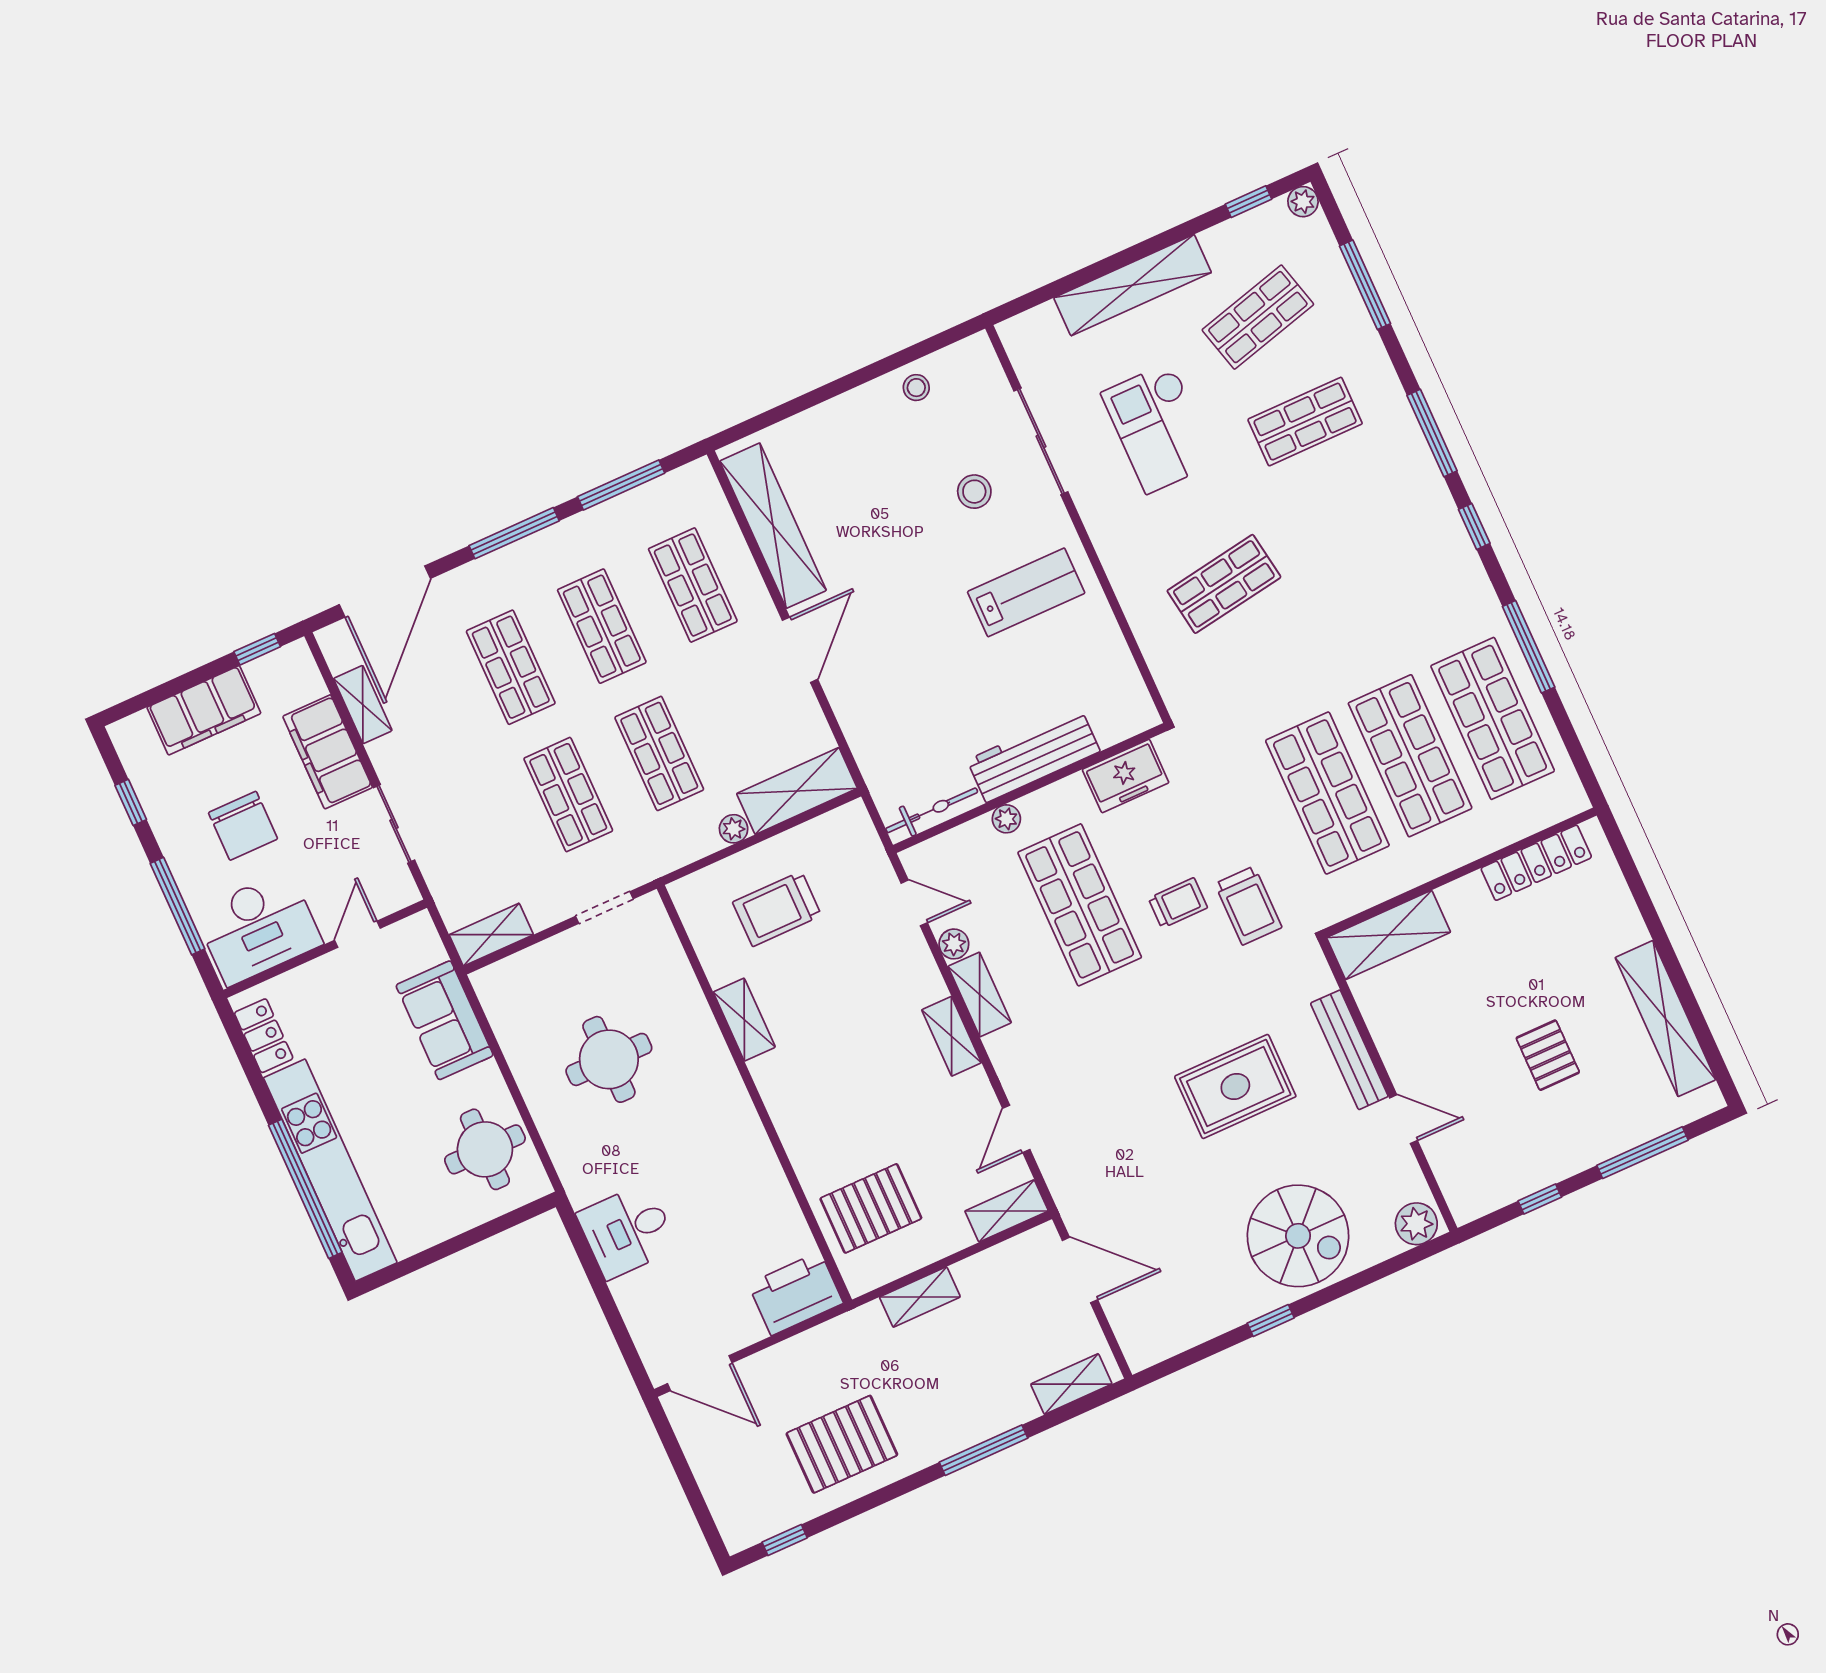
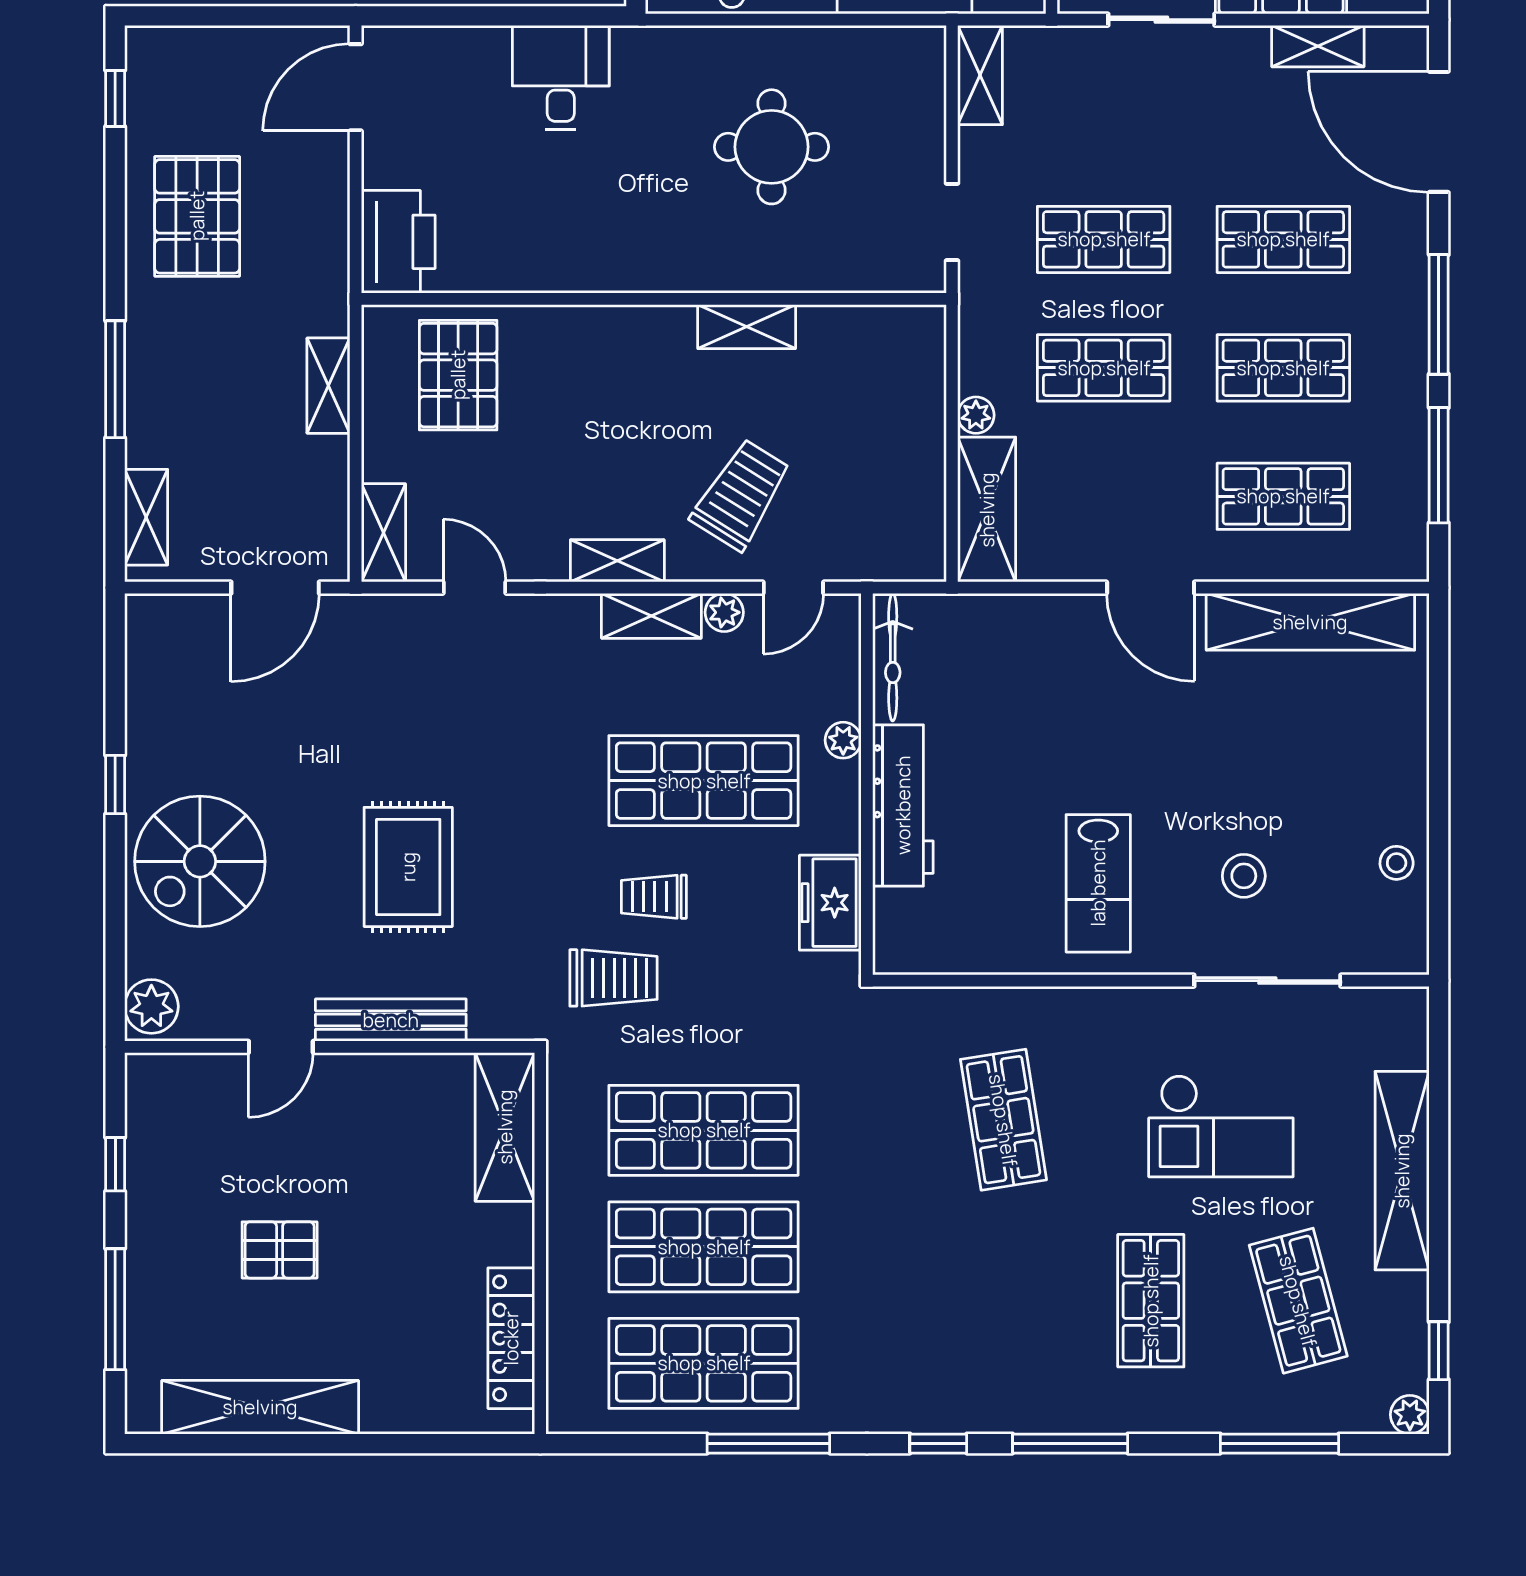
checkout: (1159, 428) -> (1221, 1126), turned 180
trolley: (1178, 903) -> (654, 897), turned 90
trolley: (1248, 906) -> (613, 978), turned 180
trolley: (777, 909) -> (741, 495), moved, turned 32

